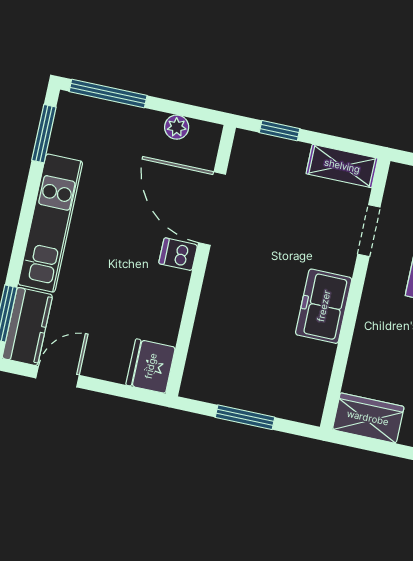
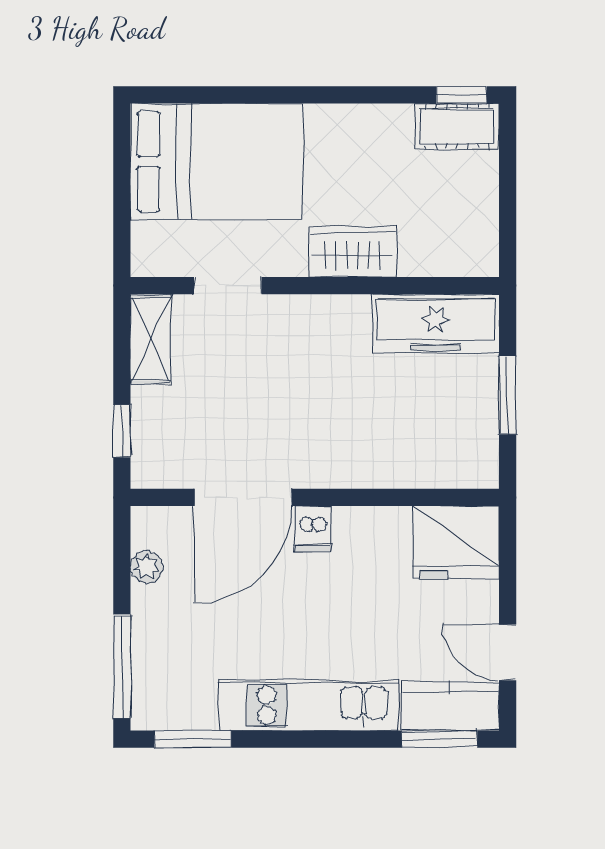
freezer: (324, 306) -> (436, 323), moved, width x1.40
fridge: (151, 366) -> (456, 543), width x1.36, depth x1.34
wardrobe: (368, 418) -> (353, 252), moved, turned 90

